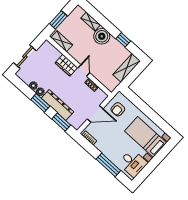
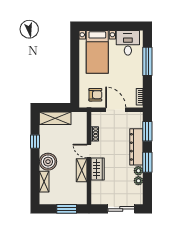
shelving: (62, 41) -> (82, 170), moved
door: (84, 70) -> (89, 151), hinge flipped

